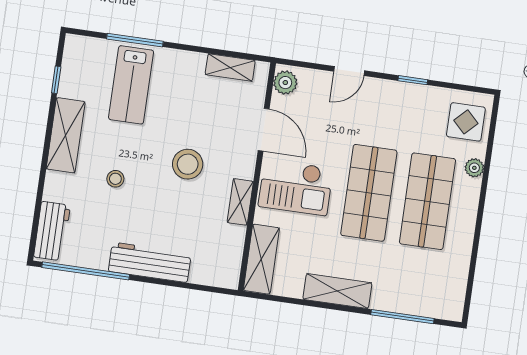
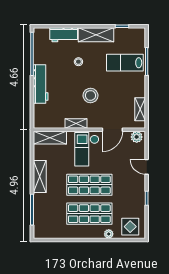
workbench: (52, 231) -> (64, 35), moved

